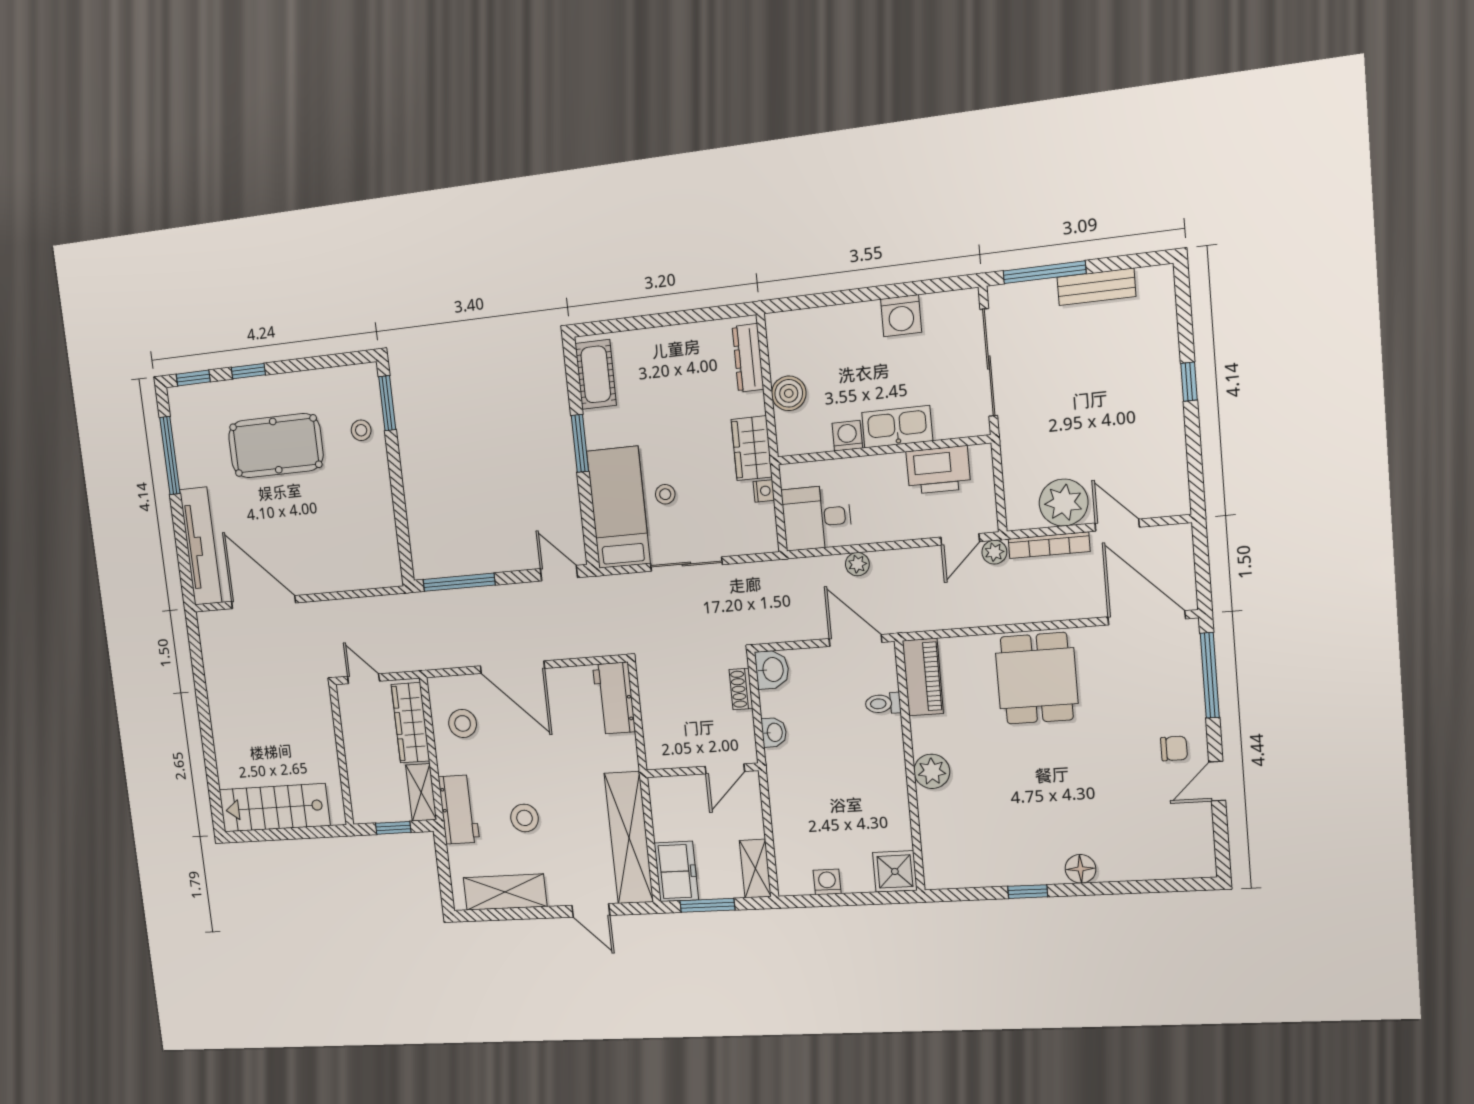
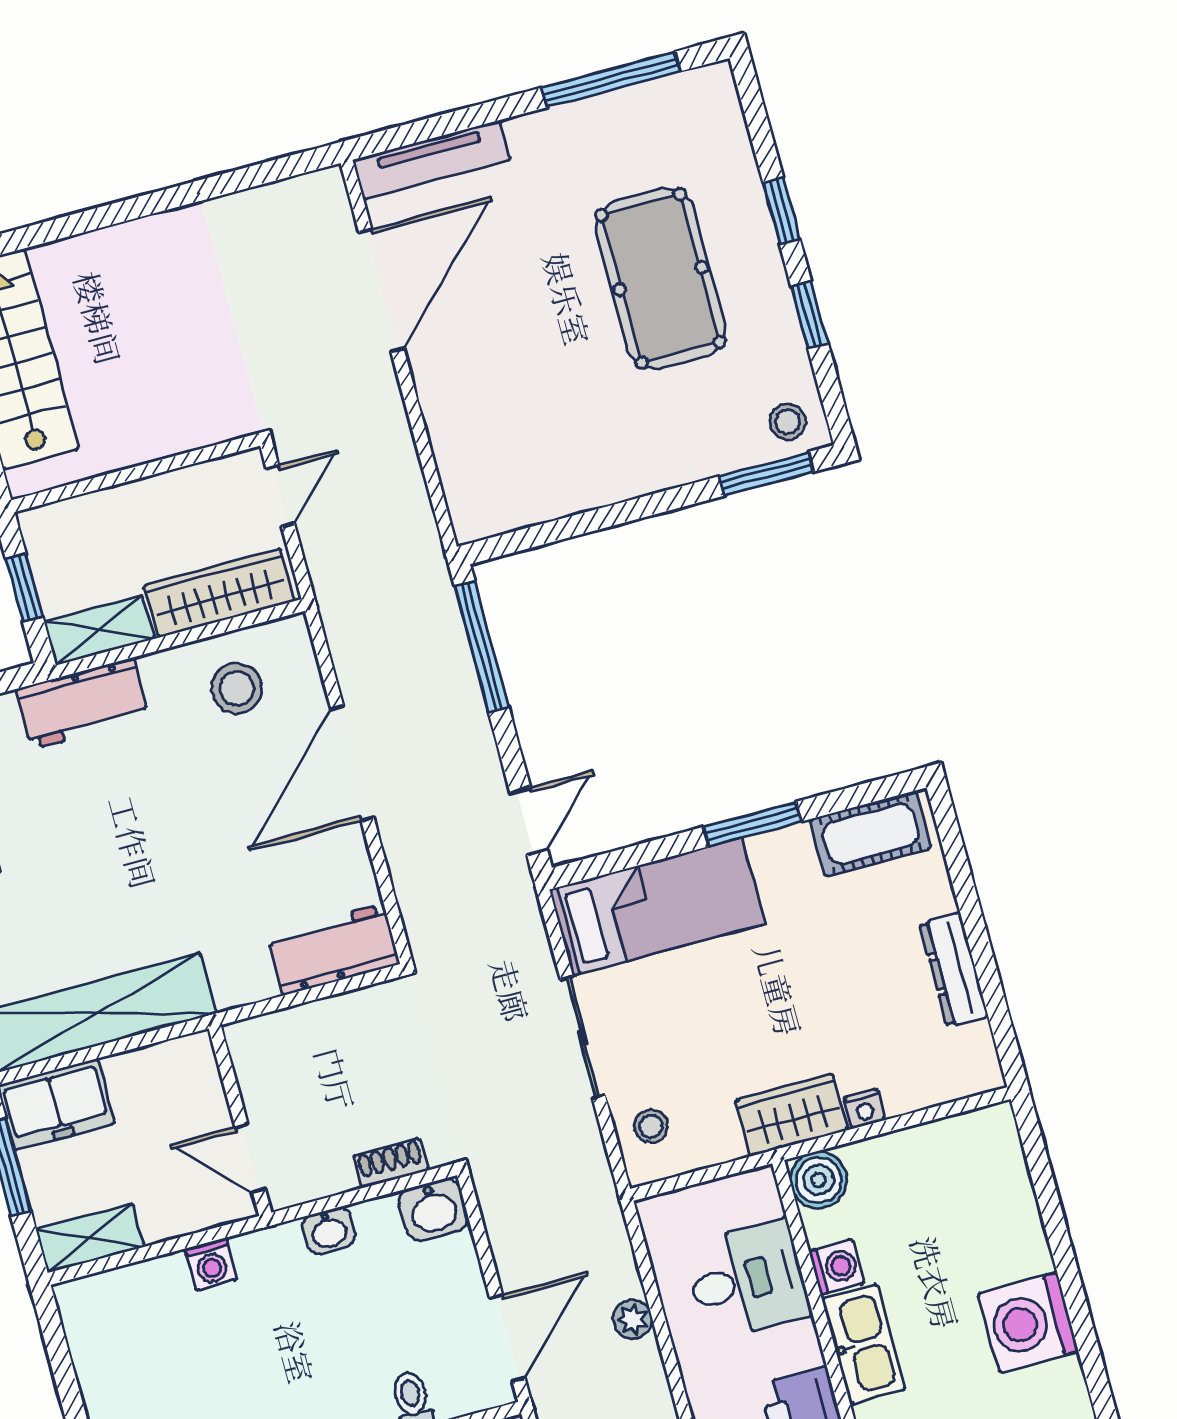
washing machine: (901, 316) -> (1028, 1322), width x1.37, depth x1.37
dresser: (748, 358) -> (954, 970), moved, turned -90
window: (193, 378) -> (809, 315), moved
boiler: (789, 393) -> (819, 1180), moved
stool: (361, 430) -> (788, 422), moved
nightstand: (764, 491) -> (864, 1109), moved
stool: (665, 494) -> (651, 1126), moved
desk: (817, 518) -> (747, 1280), moved, turned 90
tv unit: (201, 546) -> (432, 160), width x0.73, depth x0.78
stool: (525, 818) -> (93, 824), removed
washing machine: (827, 882) -> (211, 1264), moved, turned 90

